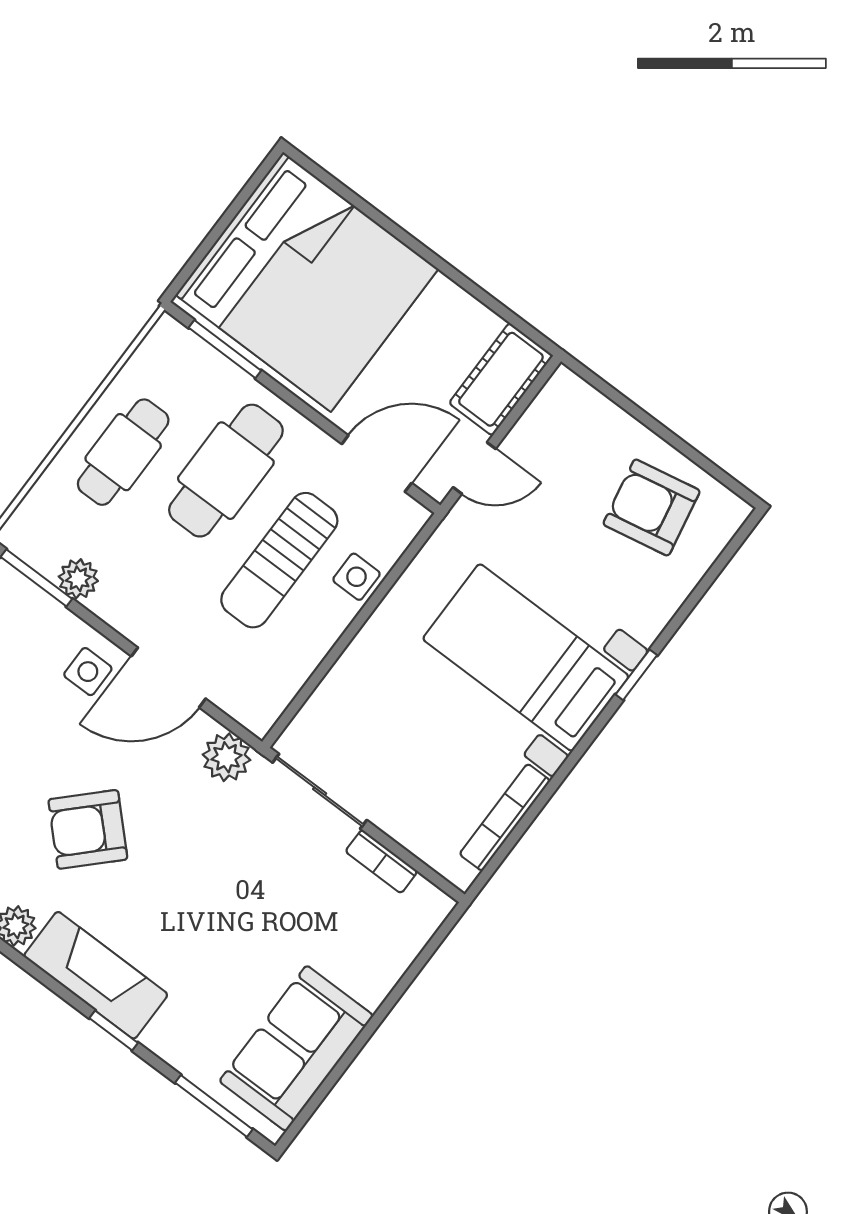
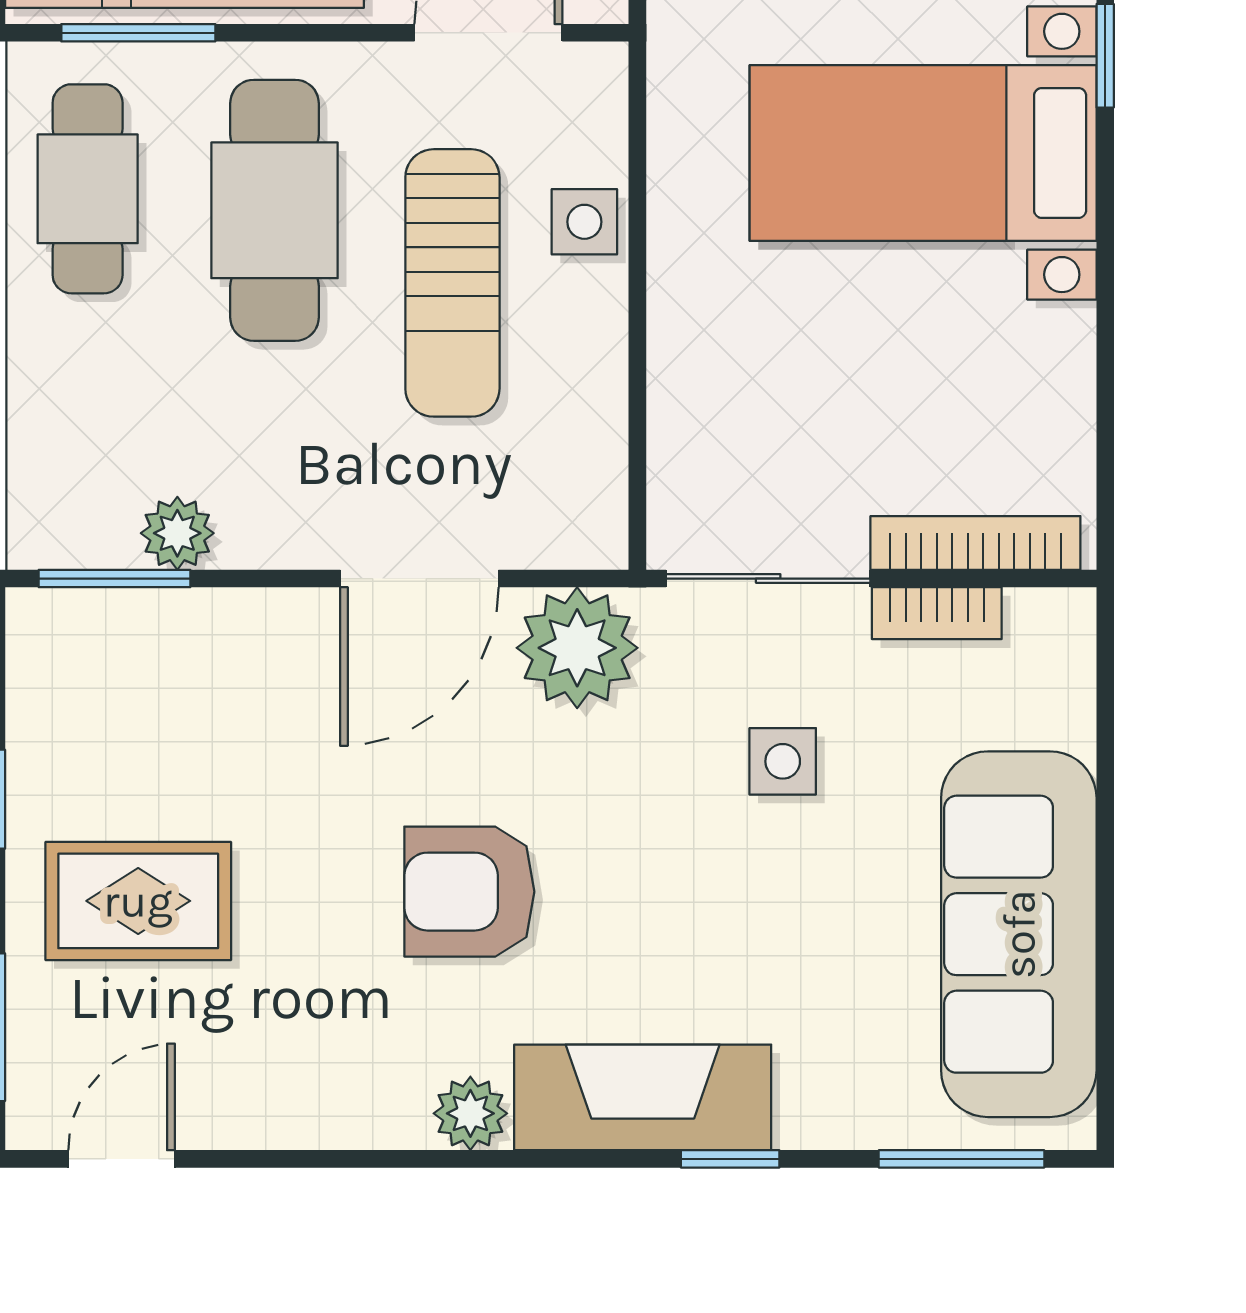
cafe table: (123, 452) -> (88, 189), moved
side table: (88, 672) -> (783, 761), moved
plant: (227, 757) -> (577, 648), width x1.36, depth x1.36
bookcase: (505, 817) -> (975, 543), moved, turned 90
armchair: (88, 829) -> (469, 892), turned 45
sofa: (296, 1048) -> (1019, 934), width x1.36

